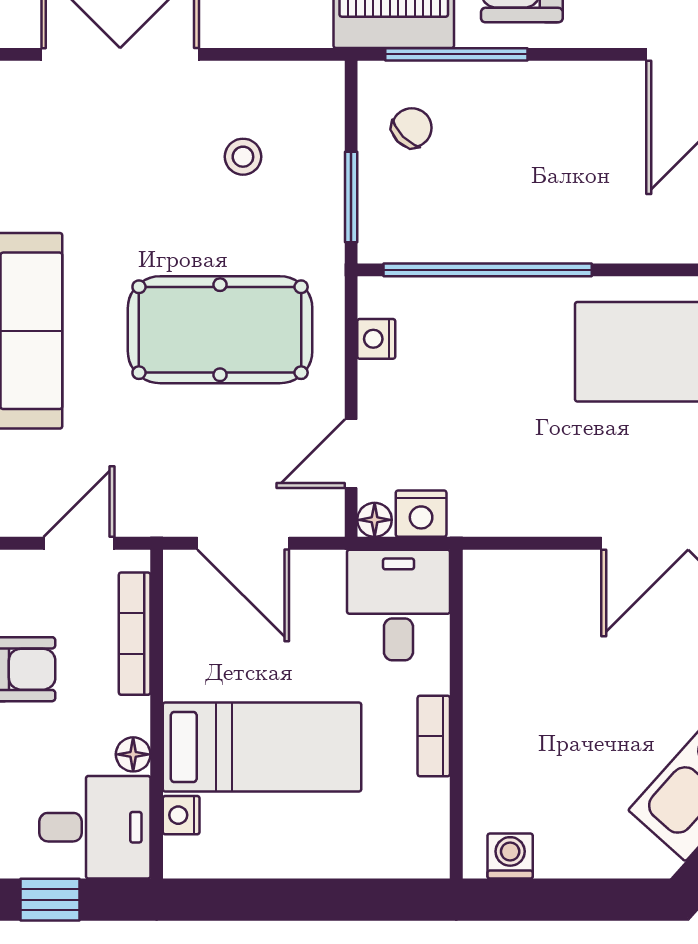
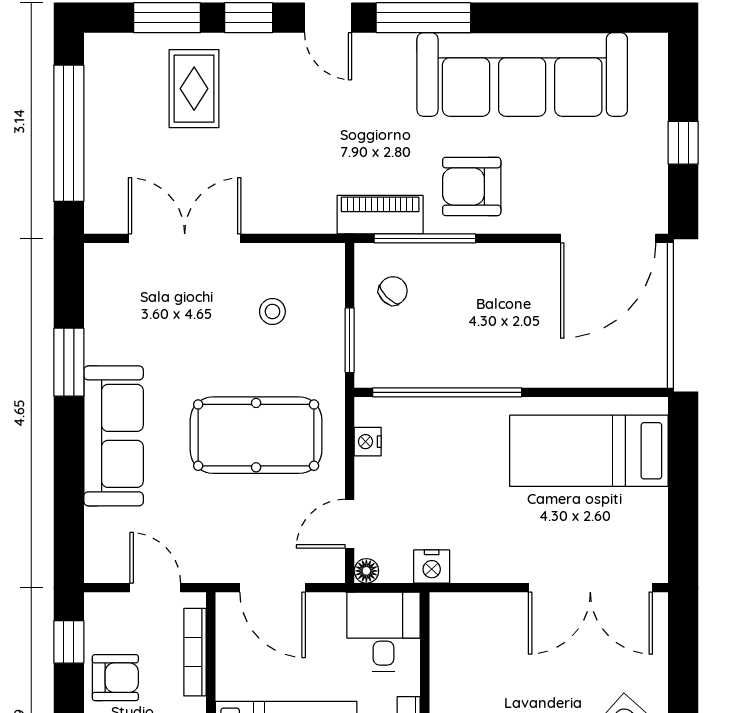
nightstand: (421, 514) -> (432, 567), moved
door: (79, 543) -> (155, 588), hinge flipped

